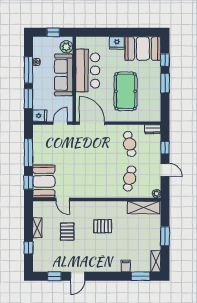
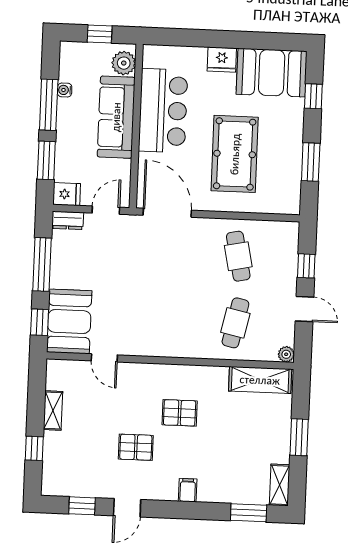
window: (165, 83) -> (311, 162), moved
dresser: (153, 129) -> (68, 220), moved
pallet: (67, 232) -> (136, 447), moved, turned 90
filing cabinet: (126, 266) -> (188, 490), moved

